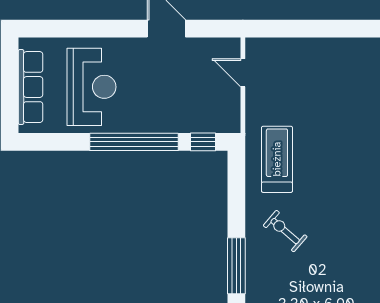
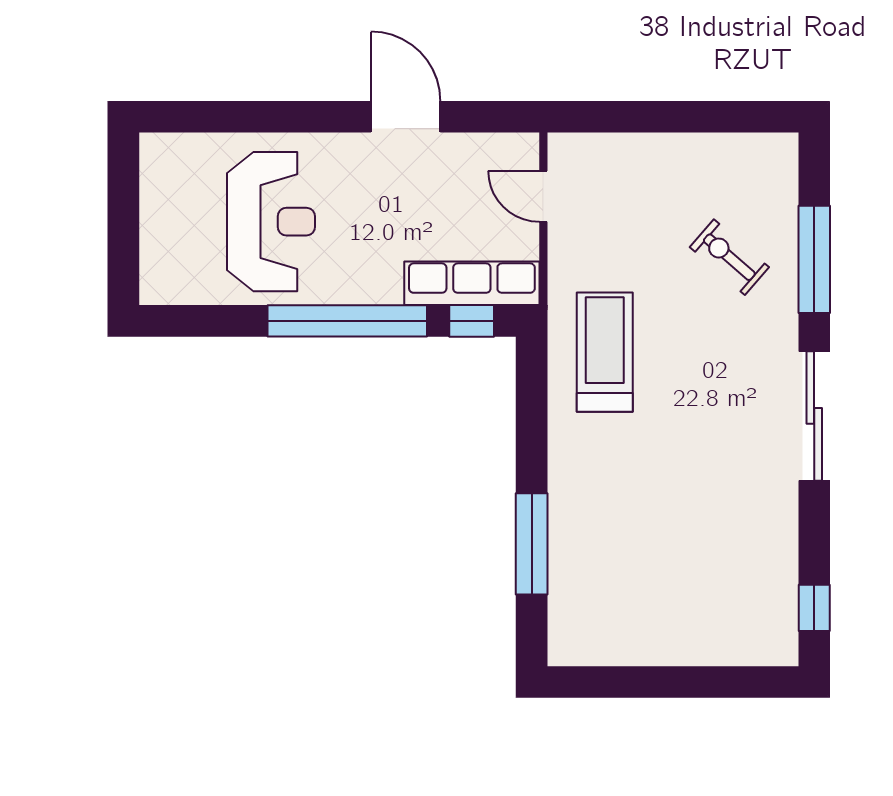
row of seats: (30, 87) -> (472, 283), moved, turned -90
exercise bike: (285, 231) -> (729, 257), moved

